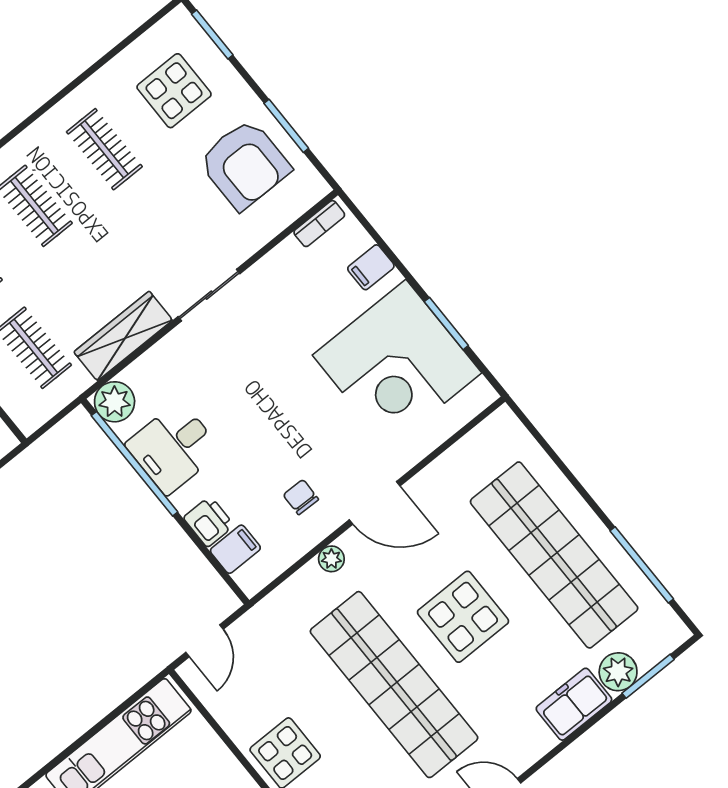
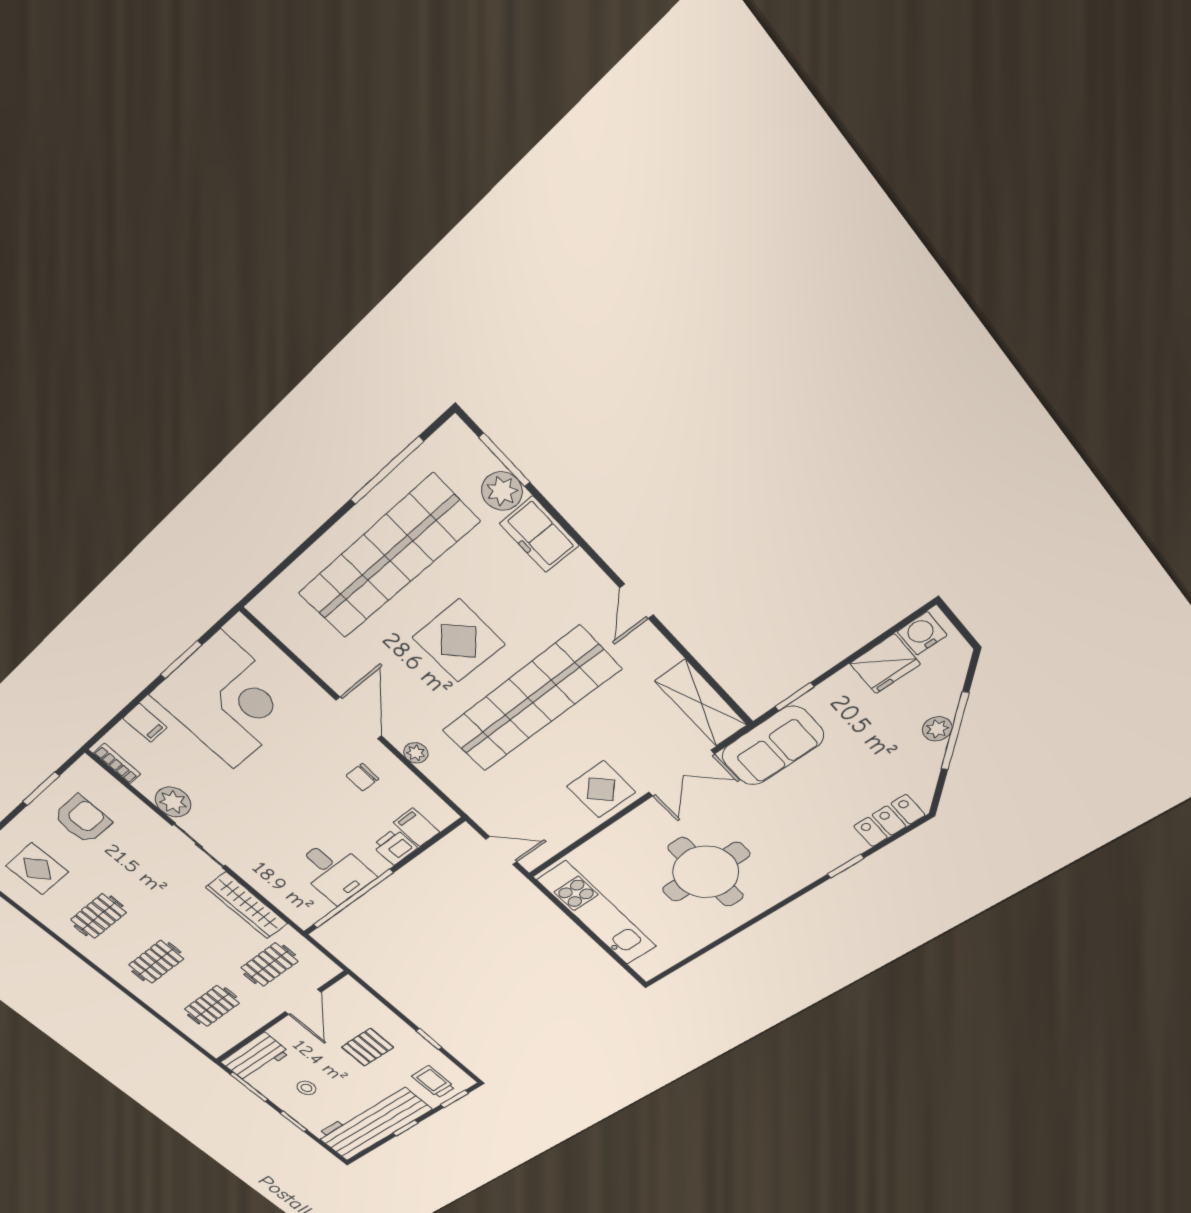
armchair: (245, 164) -> (82, 819), width x0.73, depth x0.73
plant: (115, 402) -> (173, 802), moved

